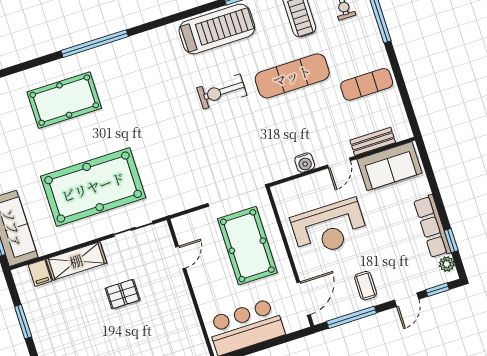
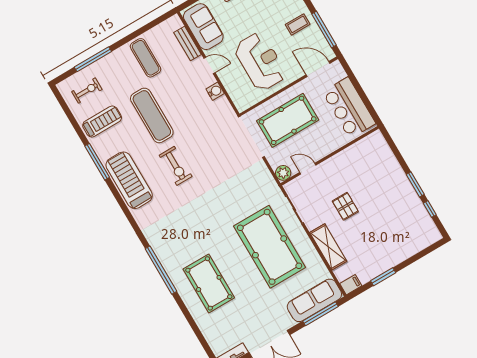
plant: (182, 225) -> (283, 173), added
filing cabinet: (40, 273) -> (351, 285), moved

